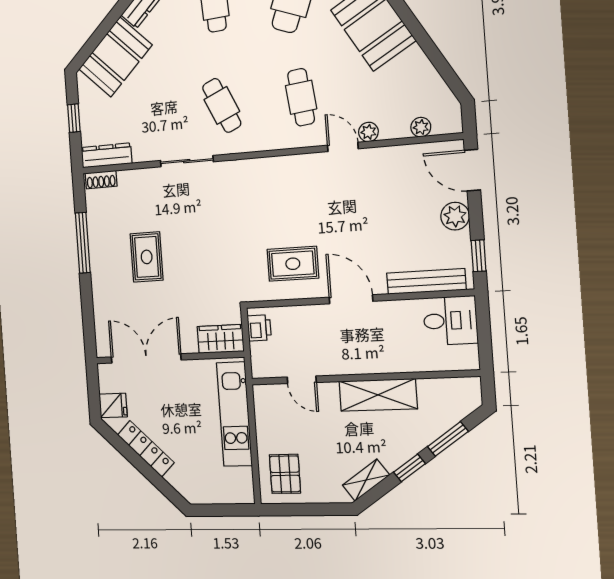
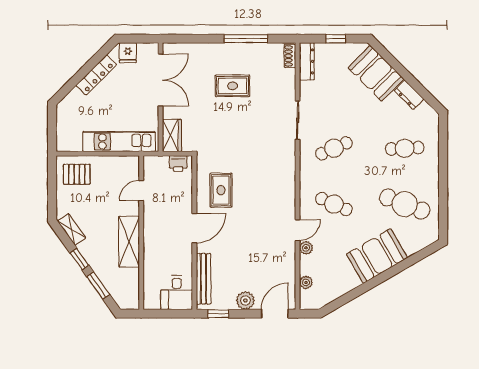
cafe table: (301, 97) -> (334, 204), turned 30

